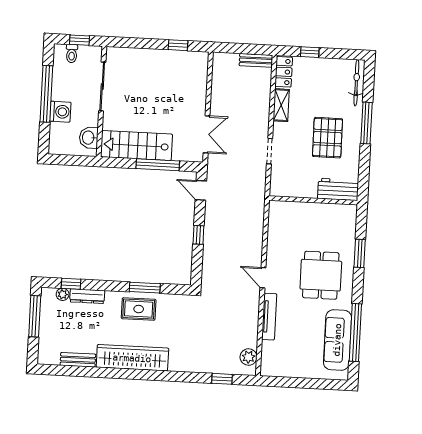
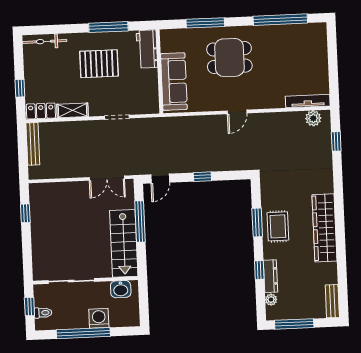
bench: (256, 60) -> (33, 144), width x1.36
window: (366, 123) -> (108, 27), moved
double door: (207, 134) -> (107, 178), swing flipped
window: (360, 253) -> (205, 23), width x1.44
window: (71, 284) -> (259, 270), moved
tv unit: (269, 317) -> (308, 101), moved
sofa: (337, 340) -> (174, 82), moved, turned -90
bench: (78, 360) -> (332, 301), moved

